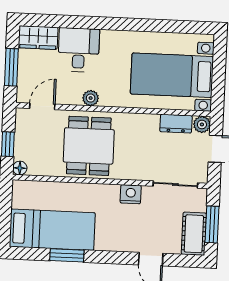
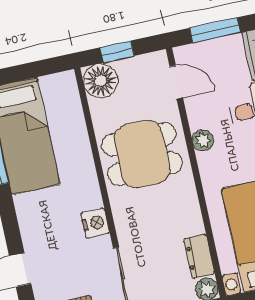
floor lamp: (20, 168) -> (101, 81), width x1.89, depth x1.89

